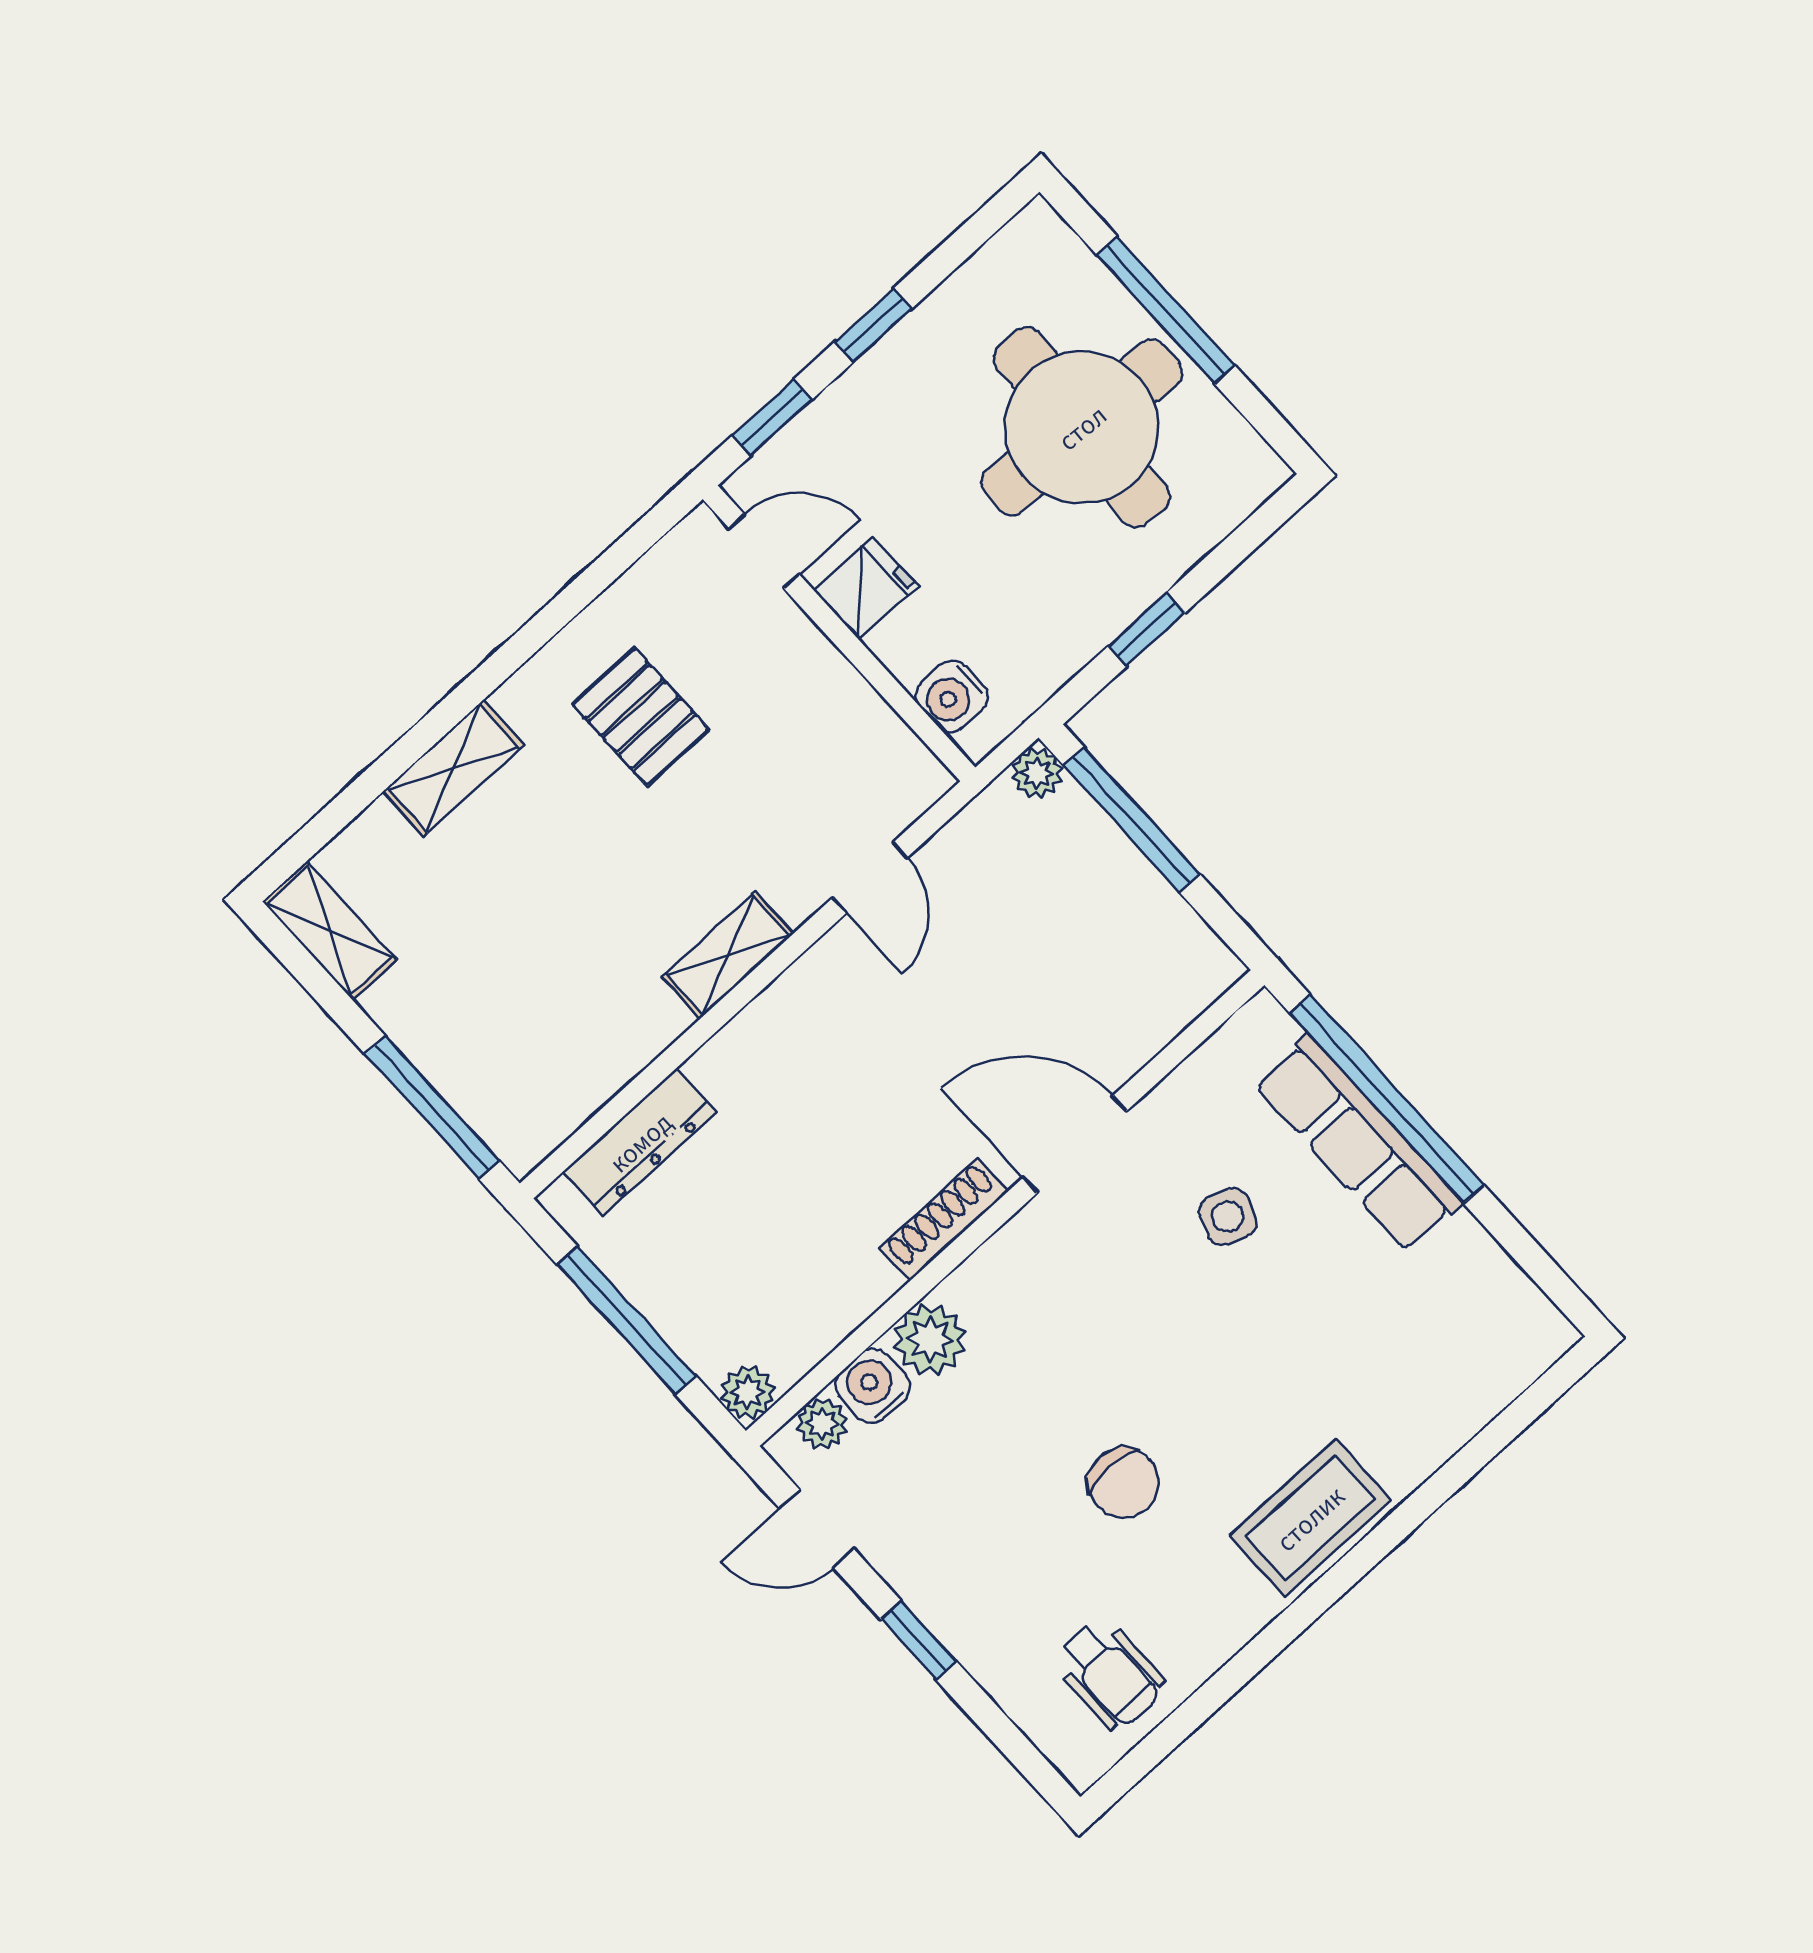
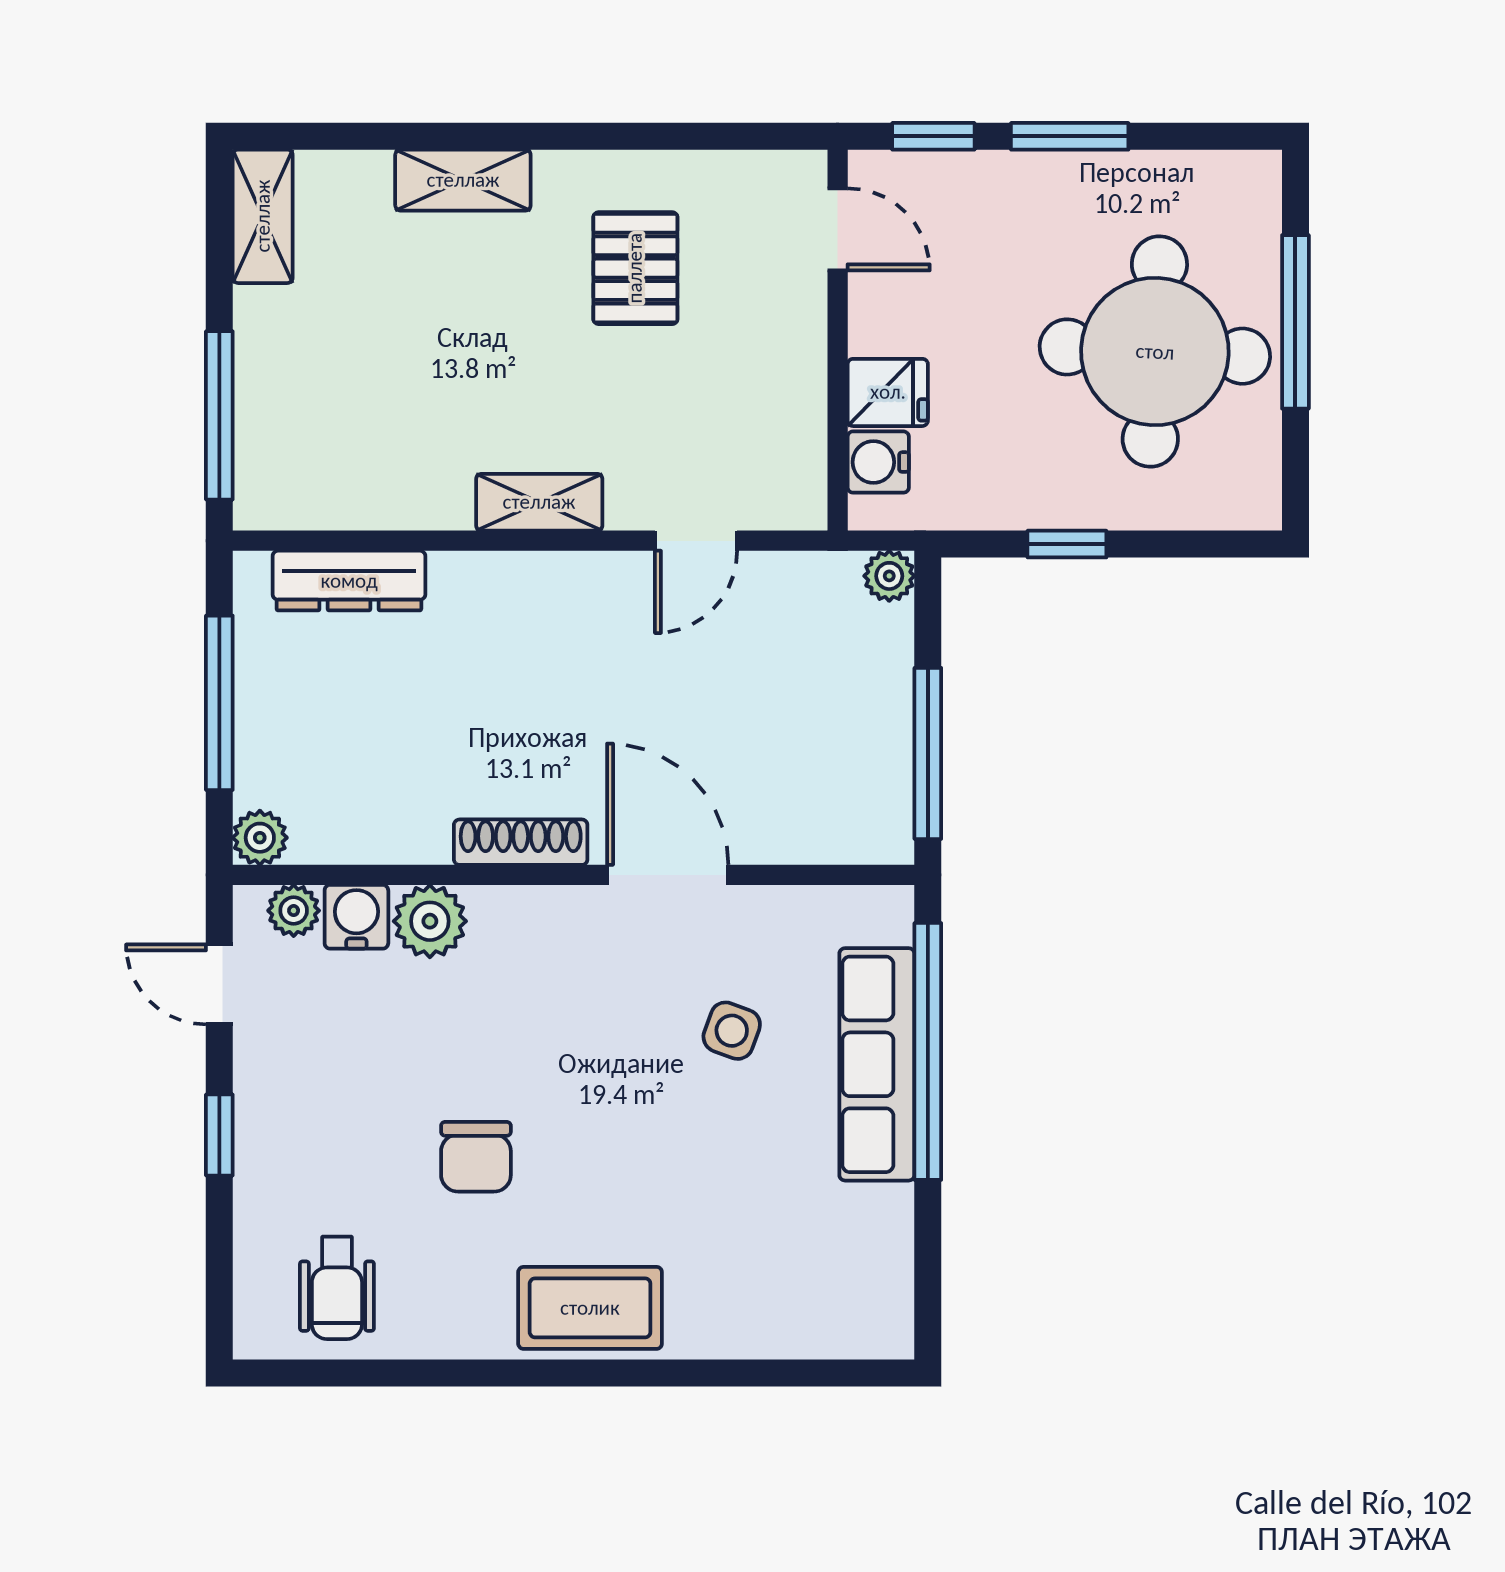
window: (873, 325) -> (1070, 136), width x1.50
fridge: (866, 588) -> (888, 392), moved
window: (1132, 820) -> (928, 753), moved

